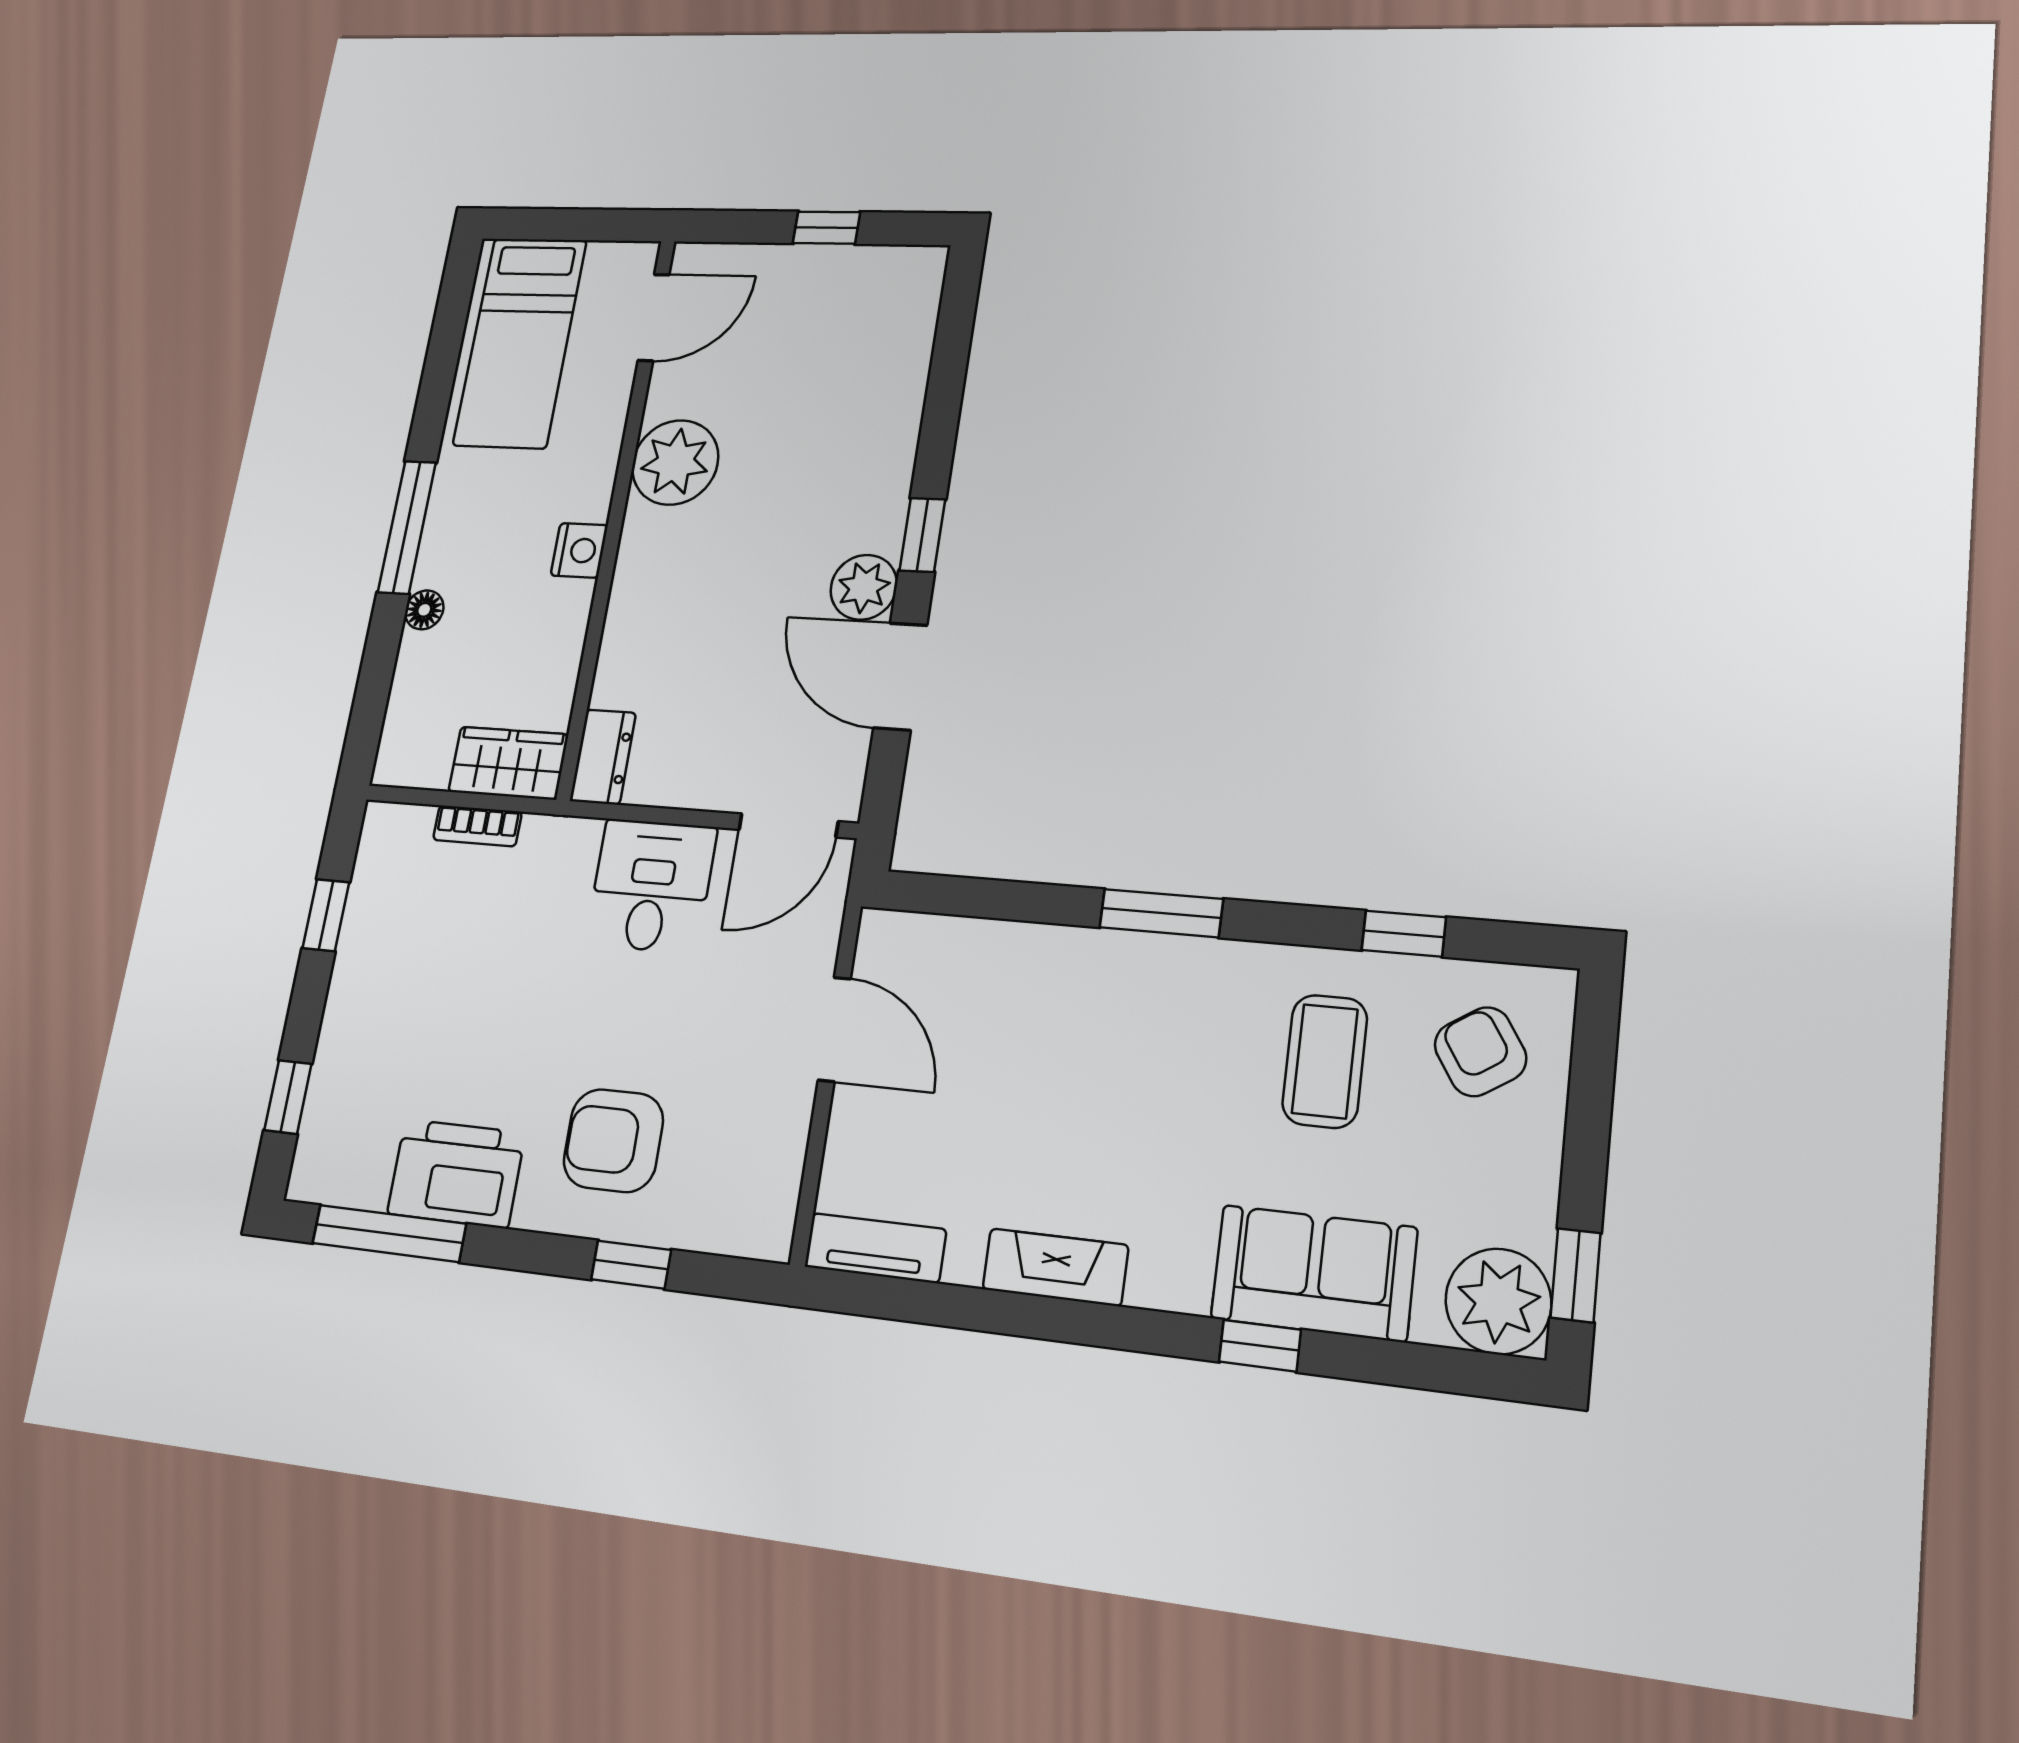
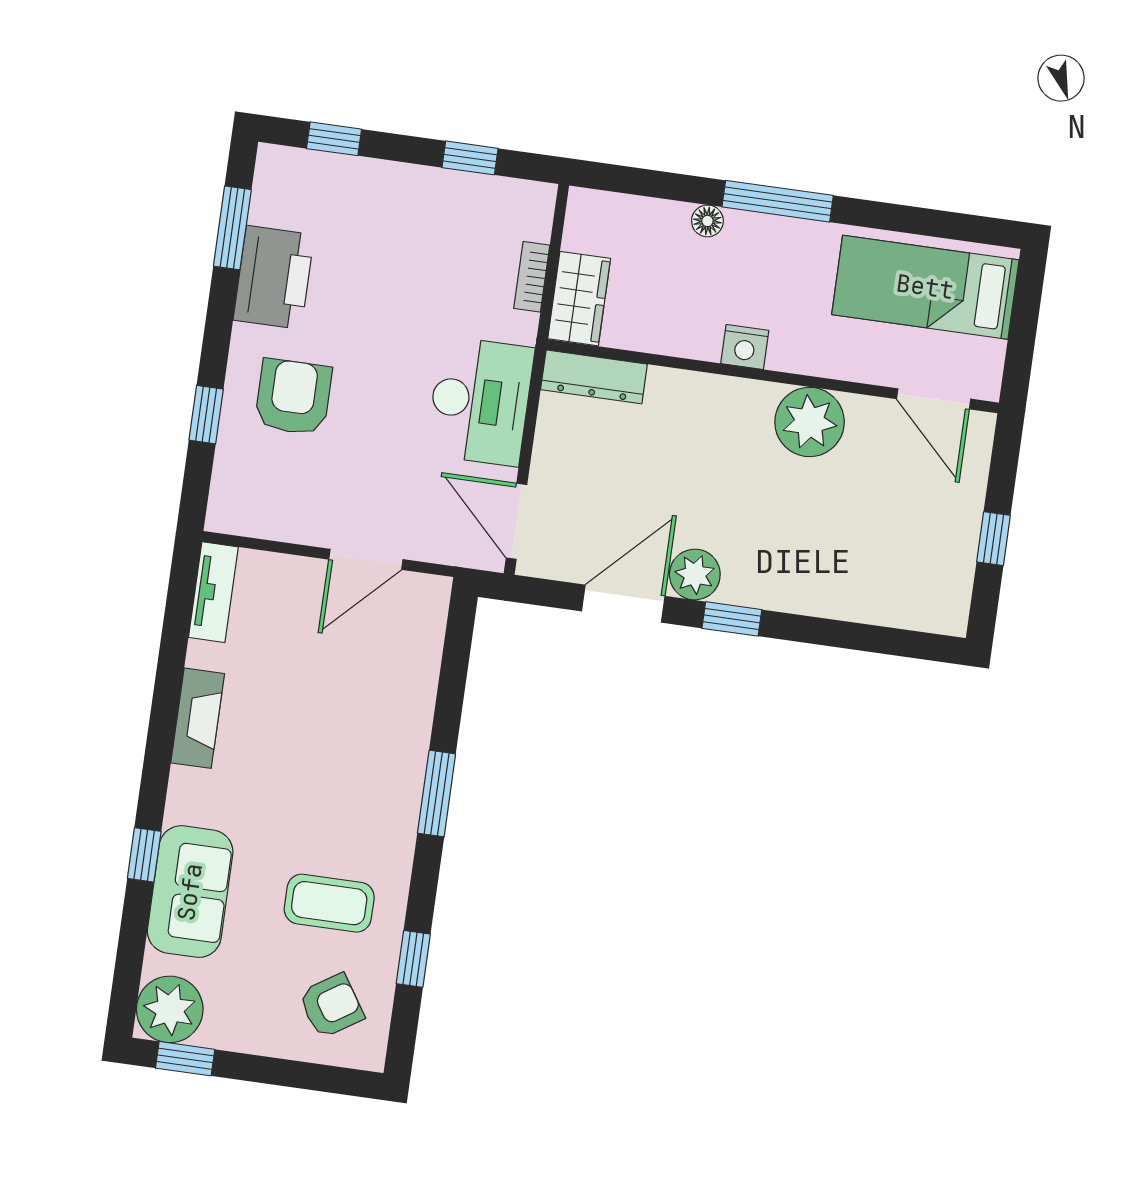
dresser: (603, 757) -> (594, 377), width x1.44
desk: (651, 886) -> (480, 401), width x1.37
window: (389, 1233) -> (232, 228), width x0.69

